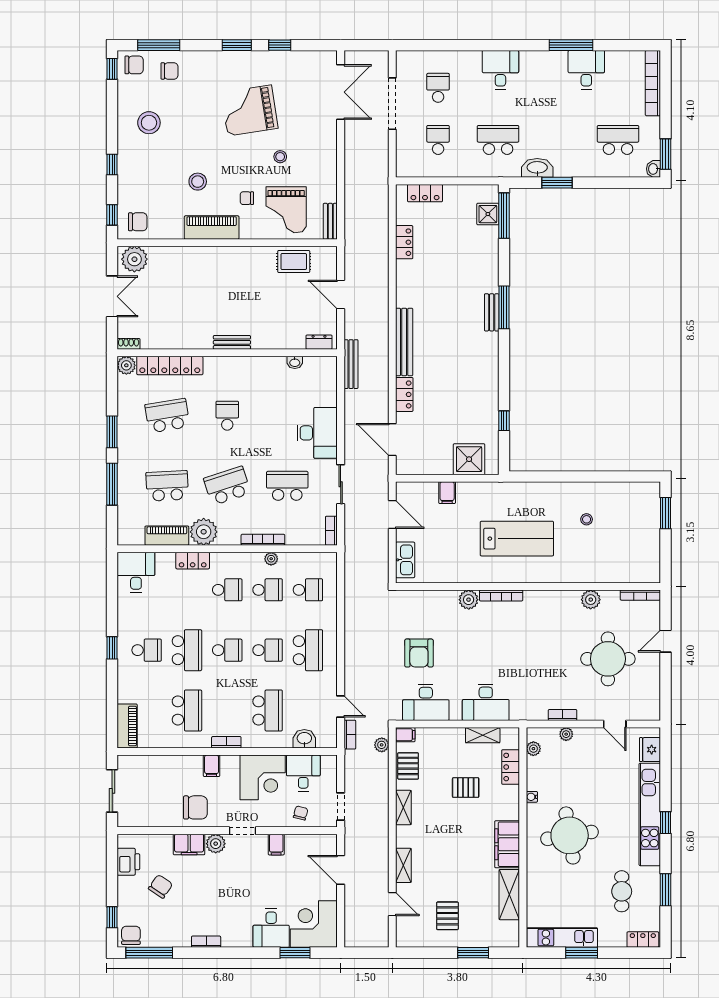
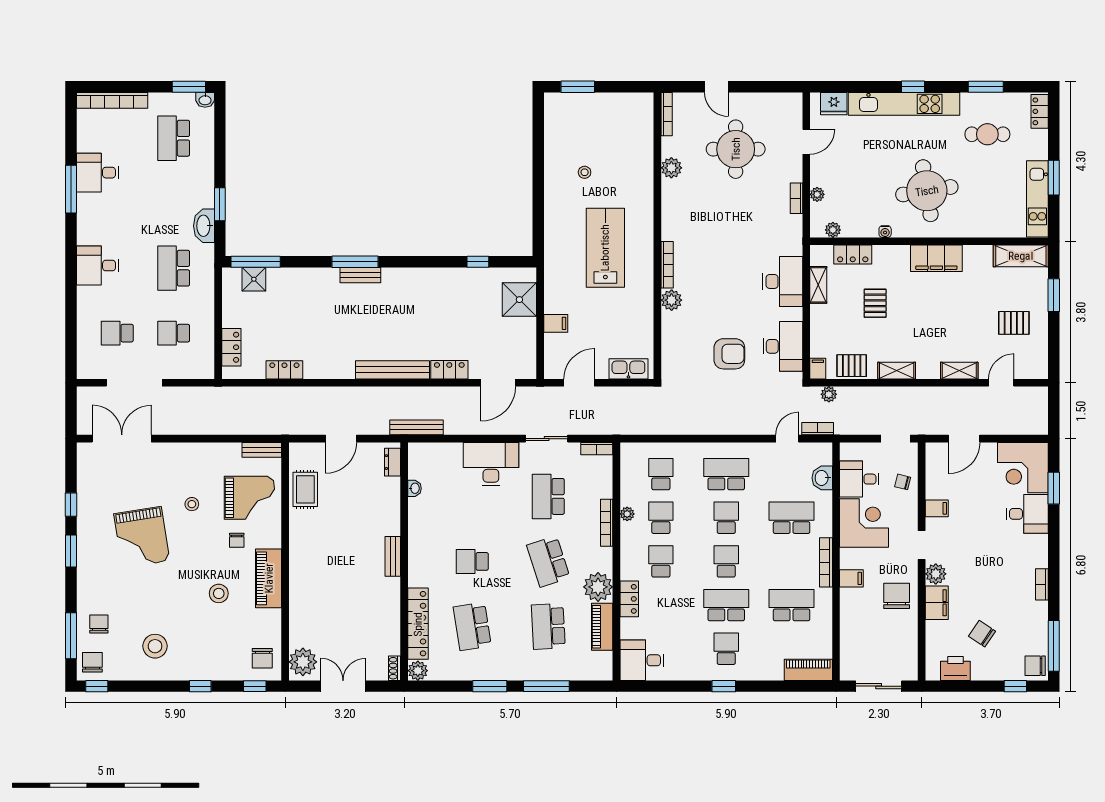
chair: (138, 222) -> (262, 658), turned 180
bookcase: (226, 742) -> (826, 562), width x1.56
shelving: (509, 895) -> (1021, 256), moved

